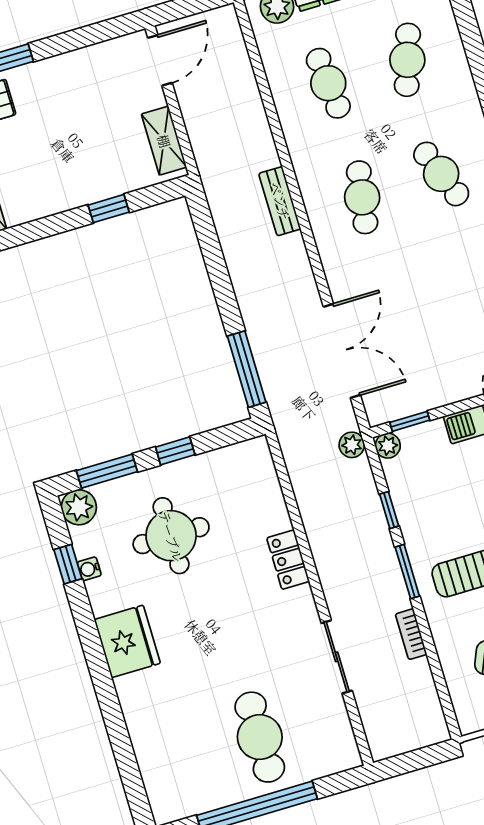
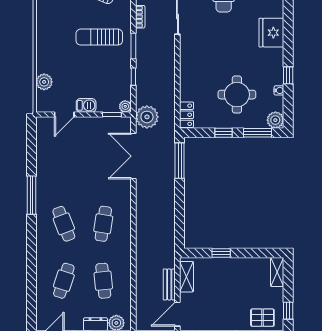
bench: (280, 201) -> (169, 284), moved
plant: (352, 445) -> (147, 117), width x1.87, depth x1.87
locker: (288, 560) -> (187, 115), moved
window: (68, 564) -> (288, 75), moved
fridge: (127, 641) -> (271, 33), moved

